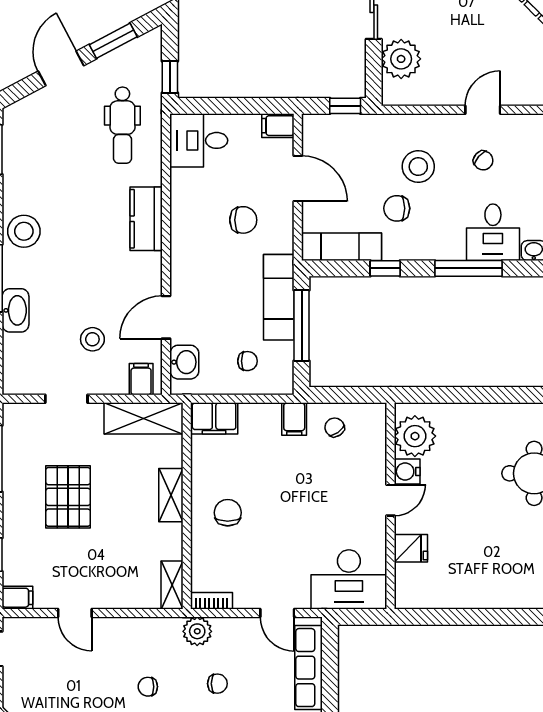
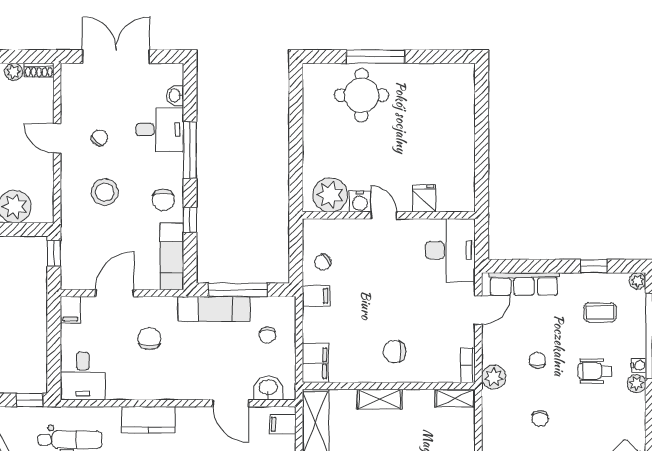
chair: (397, 208) -> (163, 200), moved
chair: (247, 361) -> (267, 335), turned 180

